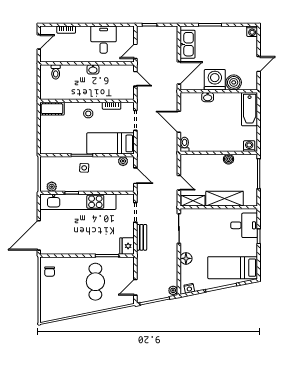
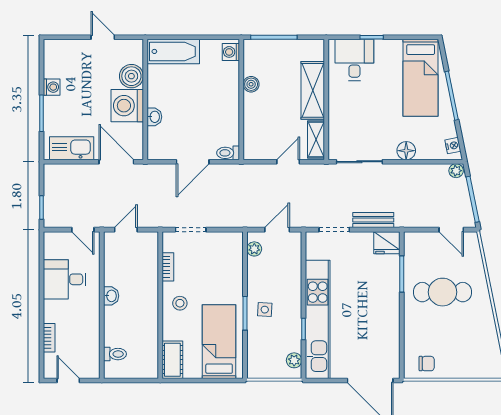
washing machine: (252, 31) -> (52, 87), moved
bed: (110, 143) -> (219, 342), moved, turned 180

